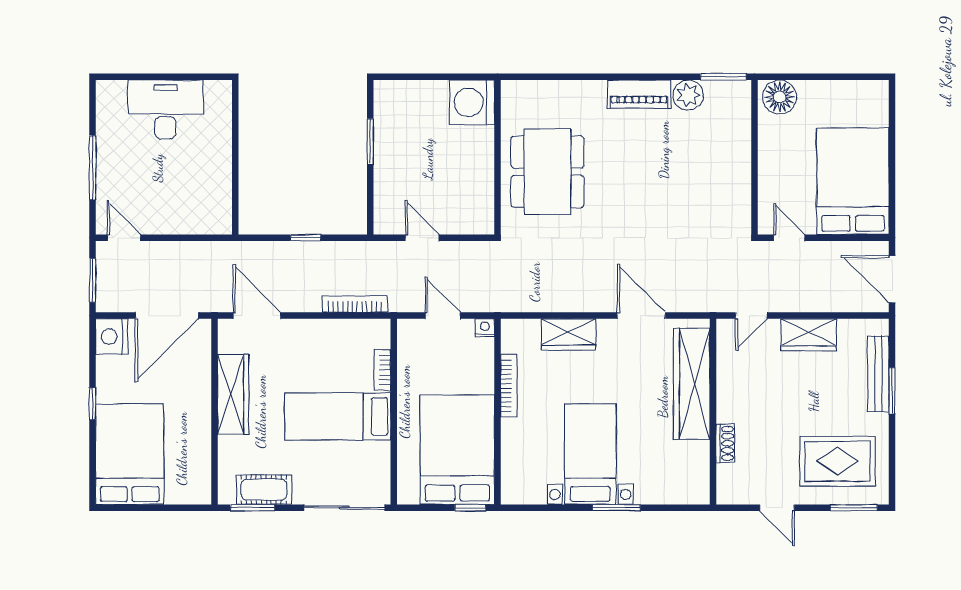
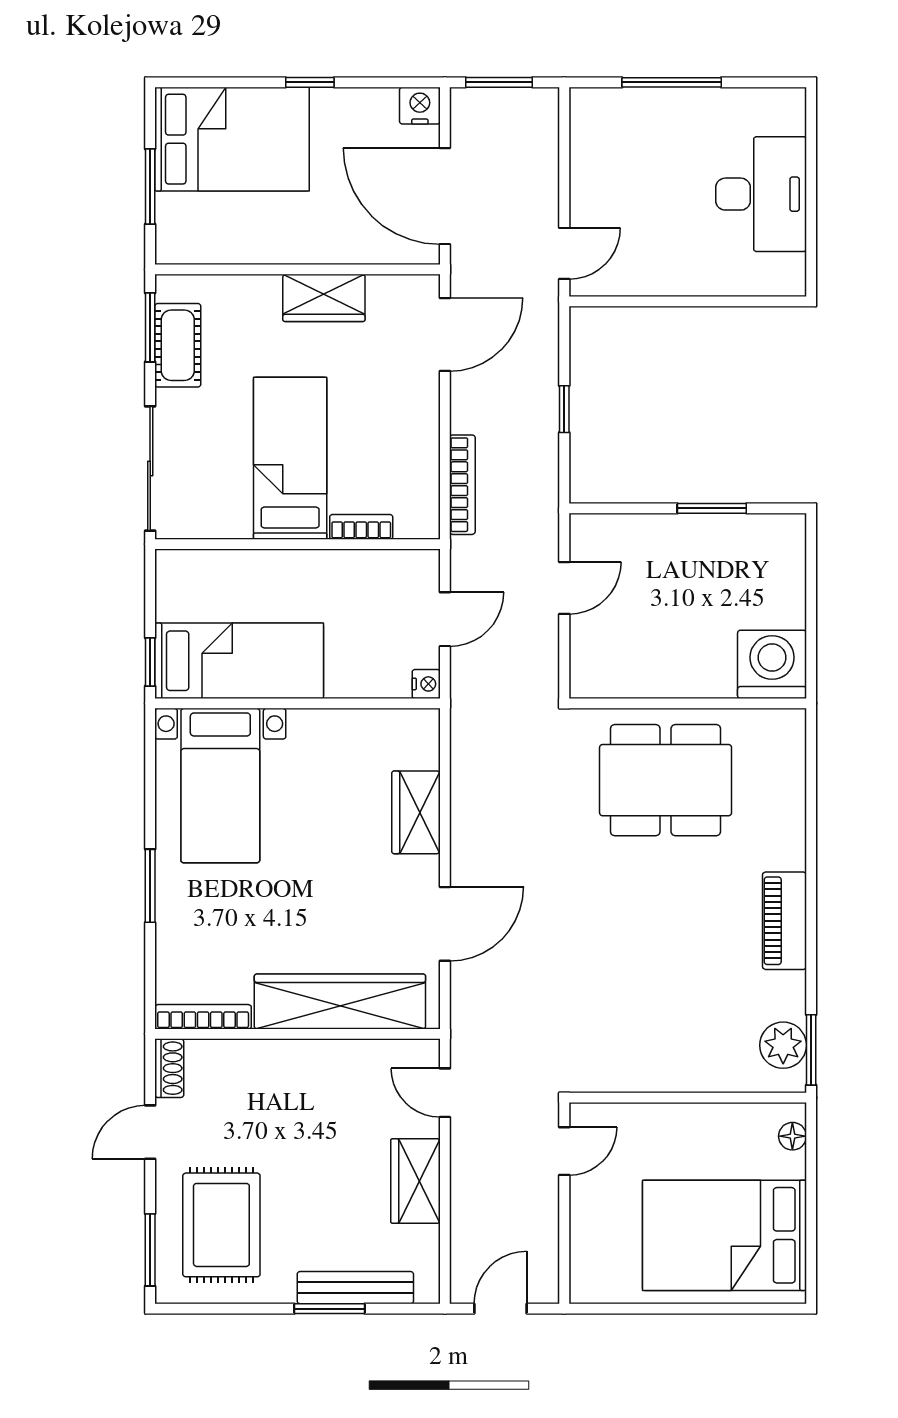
plant: (688, 95) -> (783, 1045), moved
floor lamp: (780, 97) -> (792, 1136), width x0.53, depth x0.53
bed: (853, 181) -> (724, 1235), moved, turned 180
door: (124, 238) -> (564, 253), moved
door: (892, 279) -> (501, 1309), width x0.73
nightstand: (112, 337) -> (420, 106), width x0.74, depth x0.75
bookcase: (509, 386) -> (203, 1017), moved, turned 180
wardrobe: (233, 394) -> (324, 298), width x0.67
shoe rack: (725, 443) -> (169, 1068), moved, turned -90
bed: (457, 450) -> (239, 661), width x0.67
bed with nightstands: (590, 454) -> (220, 786), moved, turned 90
window: (161, 508) -> (150, 187), added

